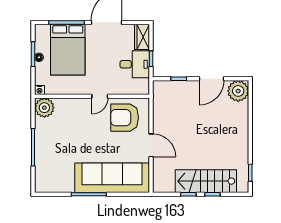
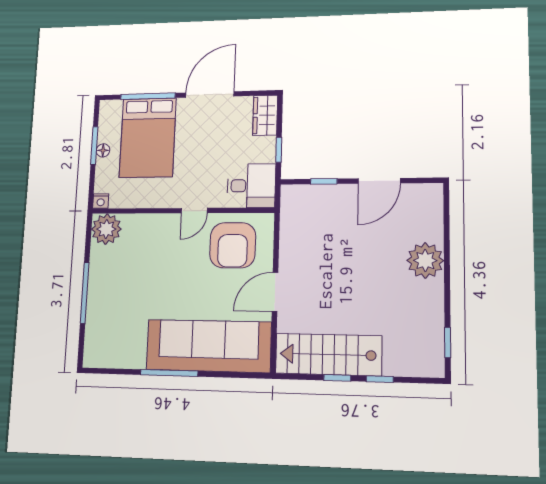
desk: (135, 64) -> (251, 186), moved
plant: (238, 91) -> (425, 261), moved
armchair: (125, 118) -> (233, 245), turned -90
door: (151, 145) -> (275, 292), swing flipped
stairs: (206, 181) -> (328, 355), moved

